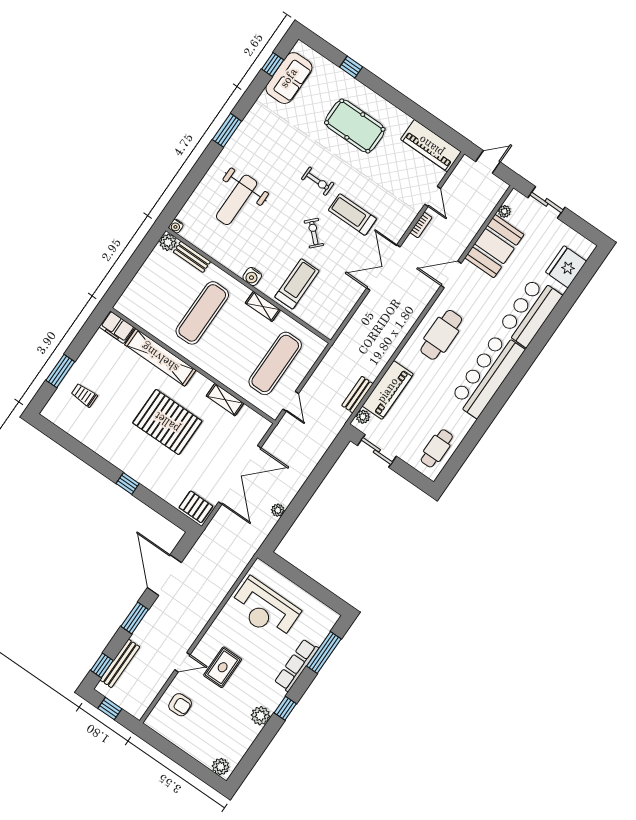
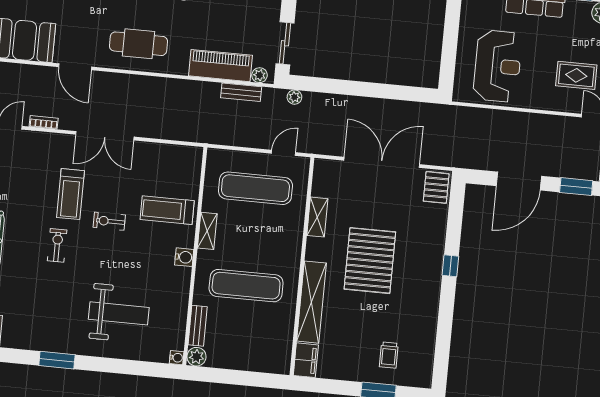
exercise bike: (314, 233) -> (109, 221), turned 46
plant: (278, 510) -> (294, 97), moved

